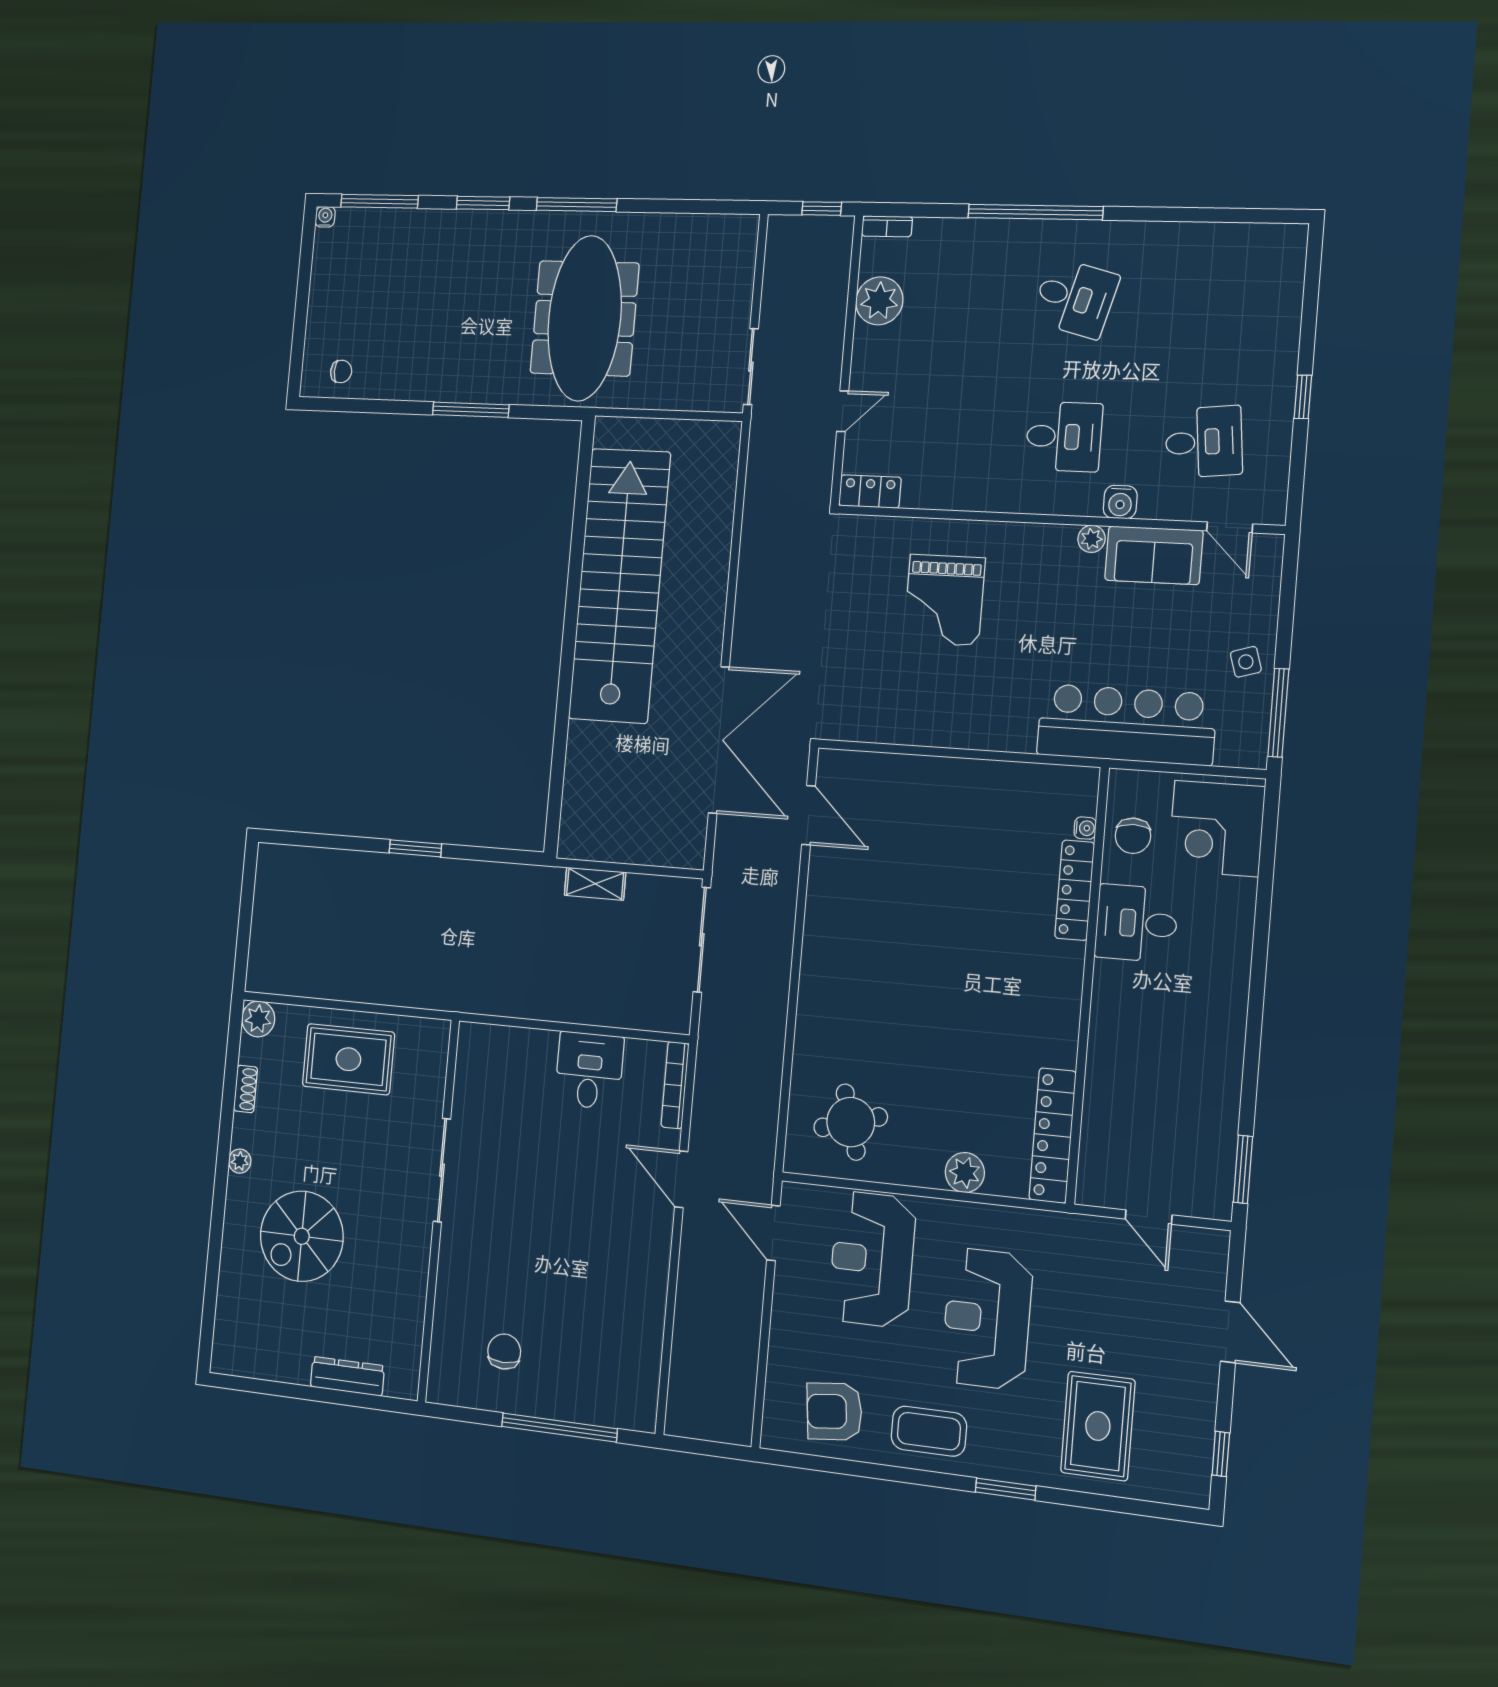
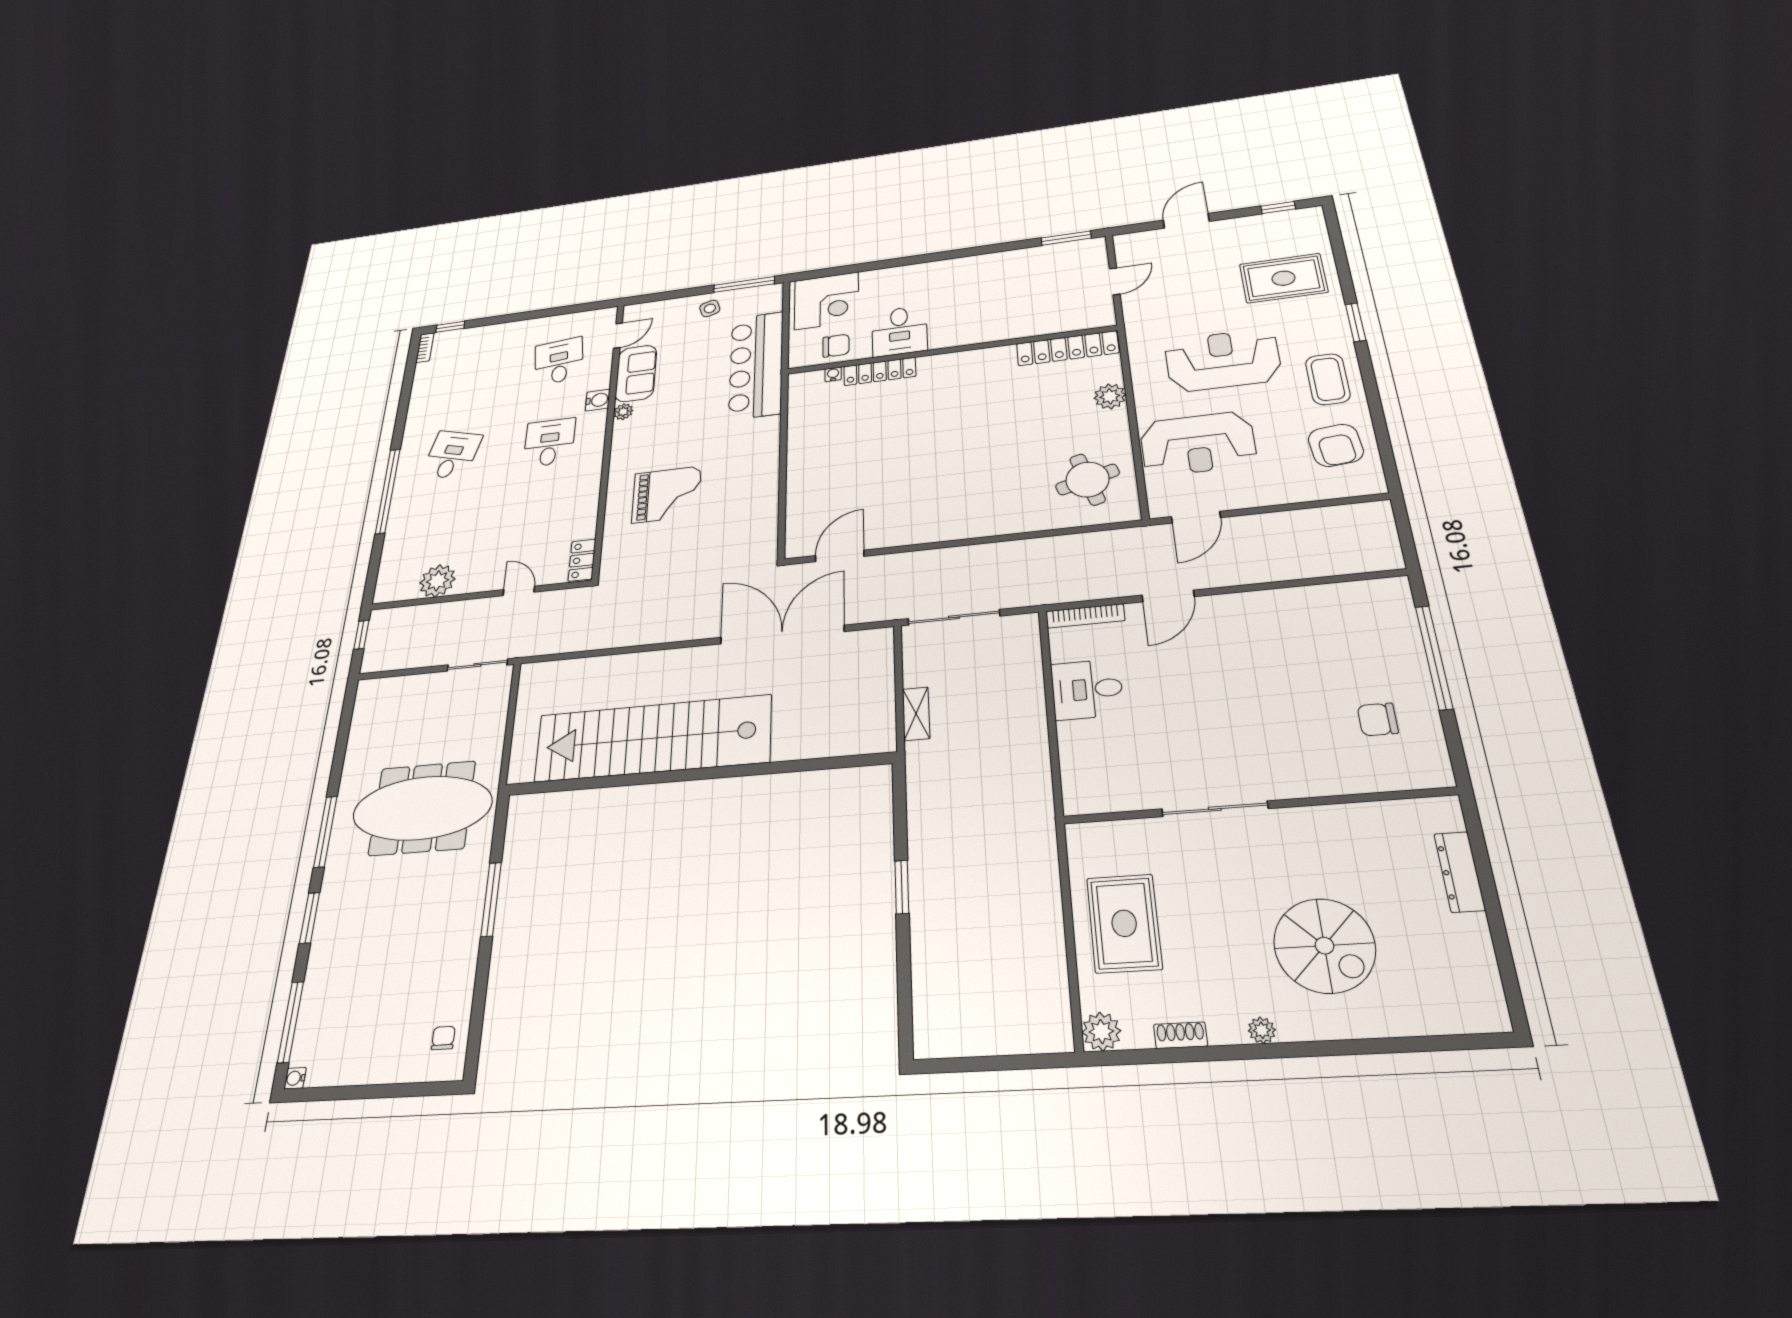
bookcase: (887, 226) -> (425, 348), moved
window: (1303, 397) -> (450, 327), moved
reception desk: (987, 1319) -> (1223, 360), turned 180

